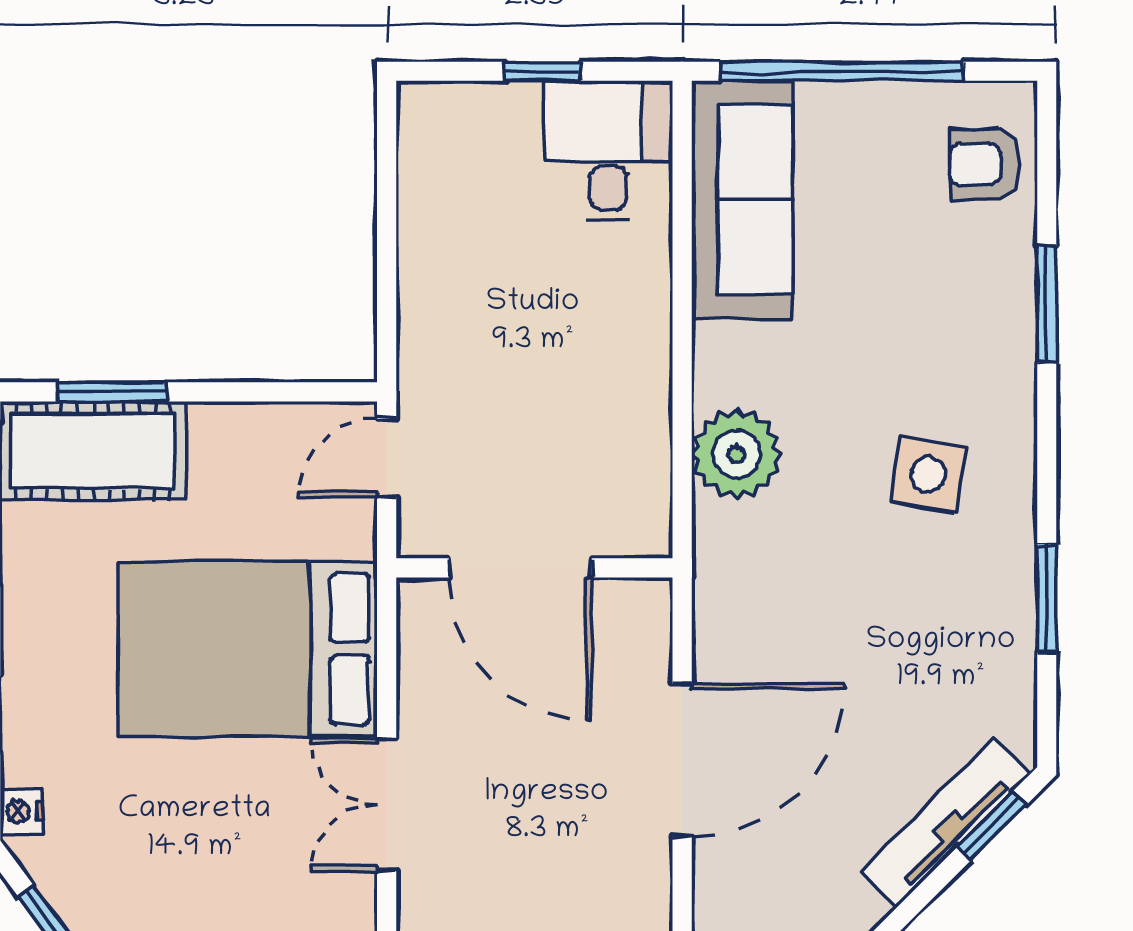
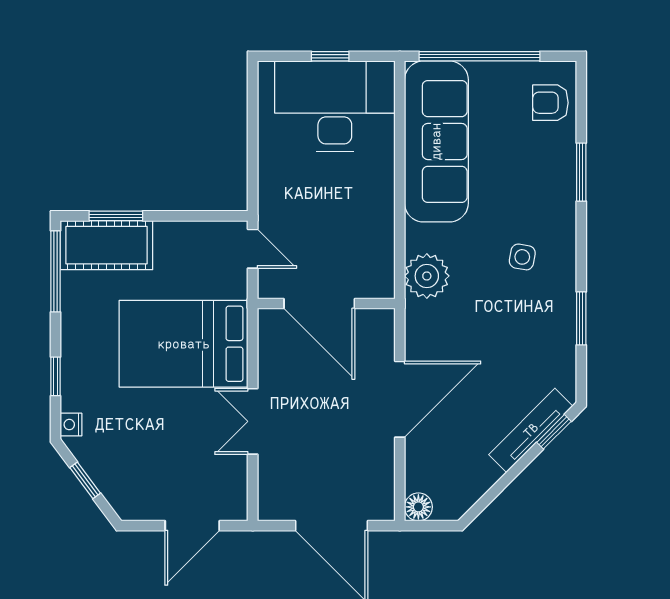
desk: (608, 150) -> (335, 106), width x1.87, depth x1.30
sofa: (742, 200) -> (436, 141), width x1.36, depth x1.27
plant: (737, 454) -> (427, 276), moved
door: (387, 458) -> (253, 249), swing flipped
side table: (928, 474) -> (522, 257), width x0.73, depth x0.73

